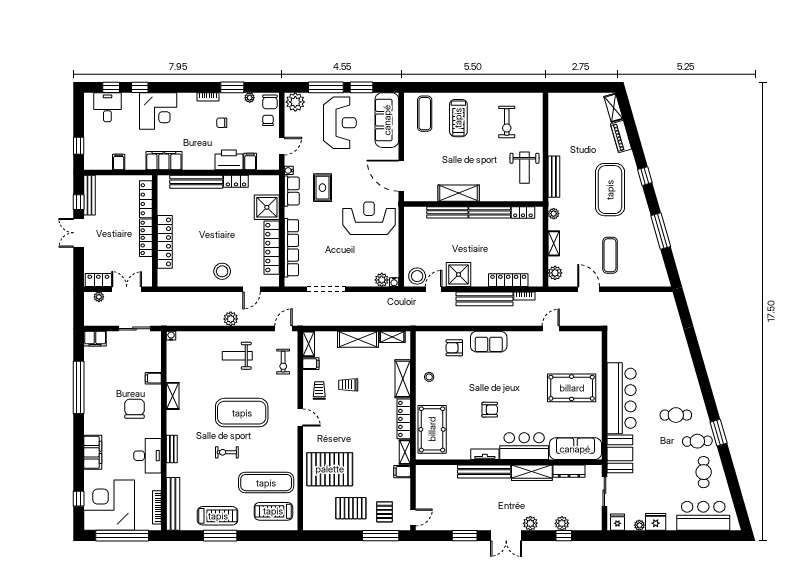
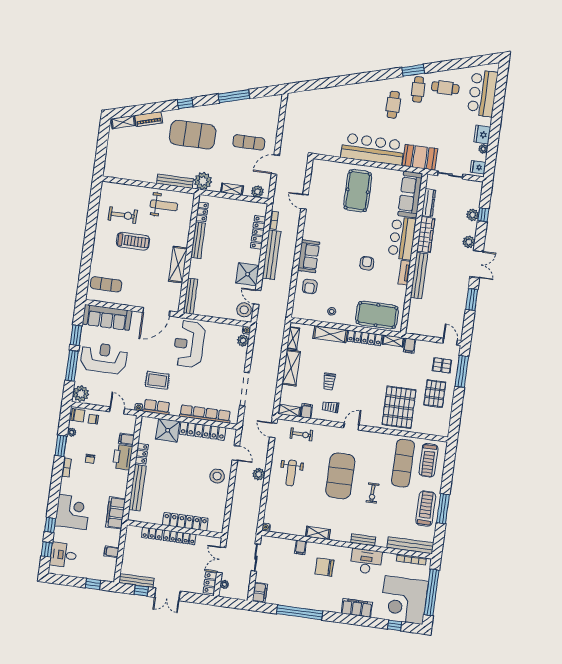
treadmill: (458, 118) -> (133, 241), moved
locker: (146, 199) -> (152, 534), width x0.66
bench: (447, 212) -> (190, 296), moved
plant: (554, 214) -> (203, 181), width x1.87, depth x1.87

